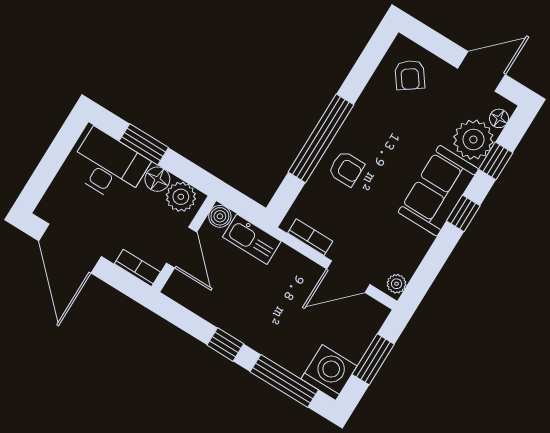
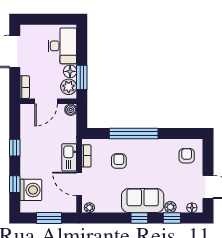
armchair: (410, 75) -> (187, 156), turned 126
plant: (473, 140) -> (170, 207), width x0.53, depth x0.53
window: (144, 144) -> (82, 77), moved
armchair: (346, 169) -> (119, 161), moved, turned 180
kitchen sink: (252, 239) -> (69, 157), moved
washing machine: (329, 372) -> (31, 190), moved
window: (284, 381) -> (15, 184), width x0.46

